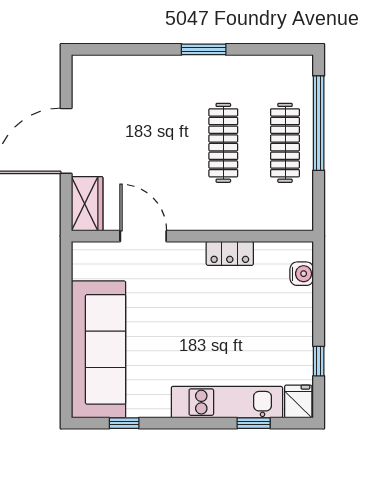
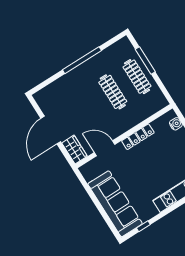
window: (204, 49) -> (82, 60), width x2.11
window: (319, 123) -> (145, 61), width x0.68
locker: (230, 253) -> (138, 137), width x1.53

